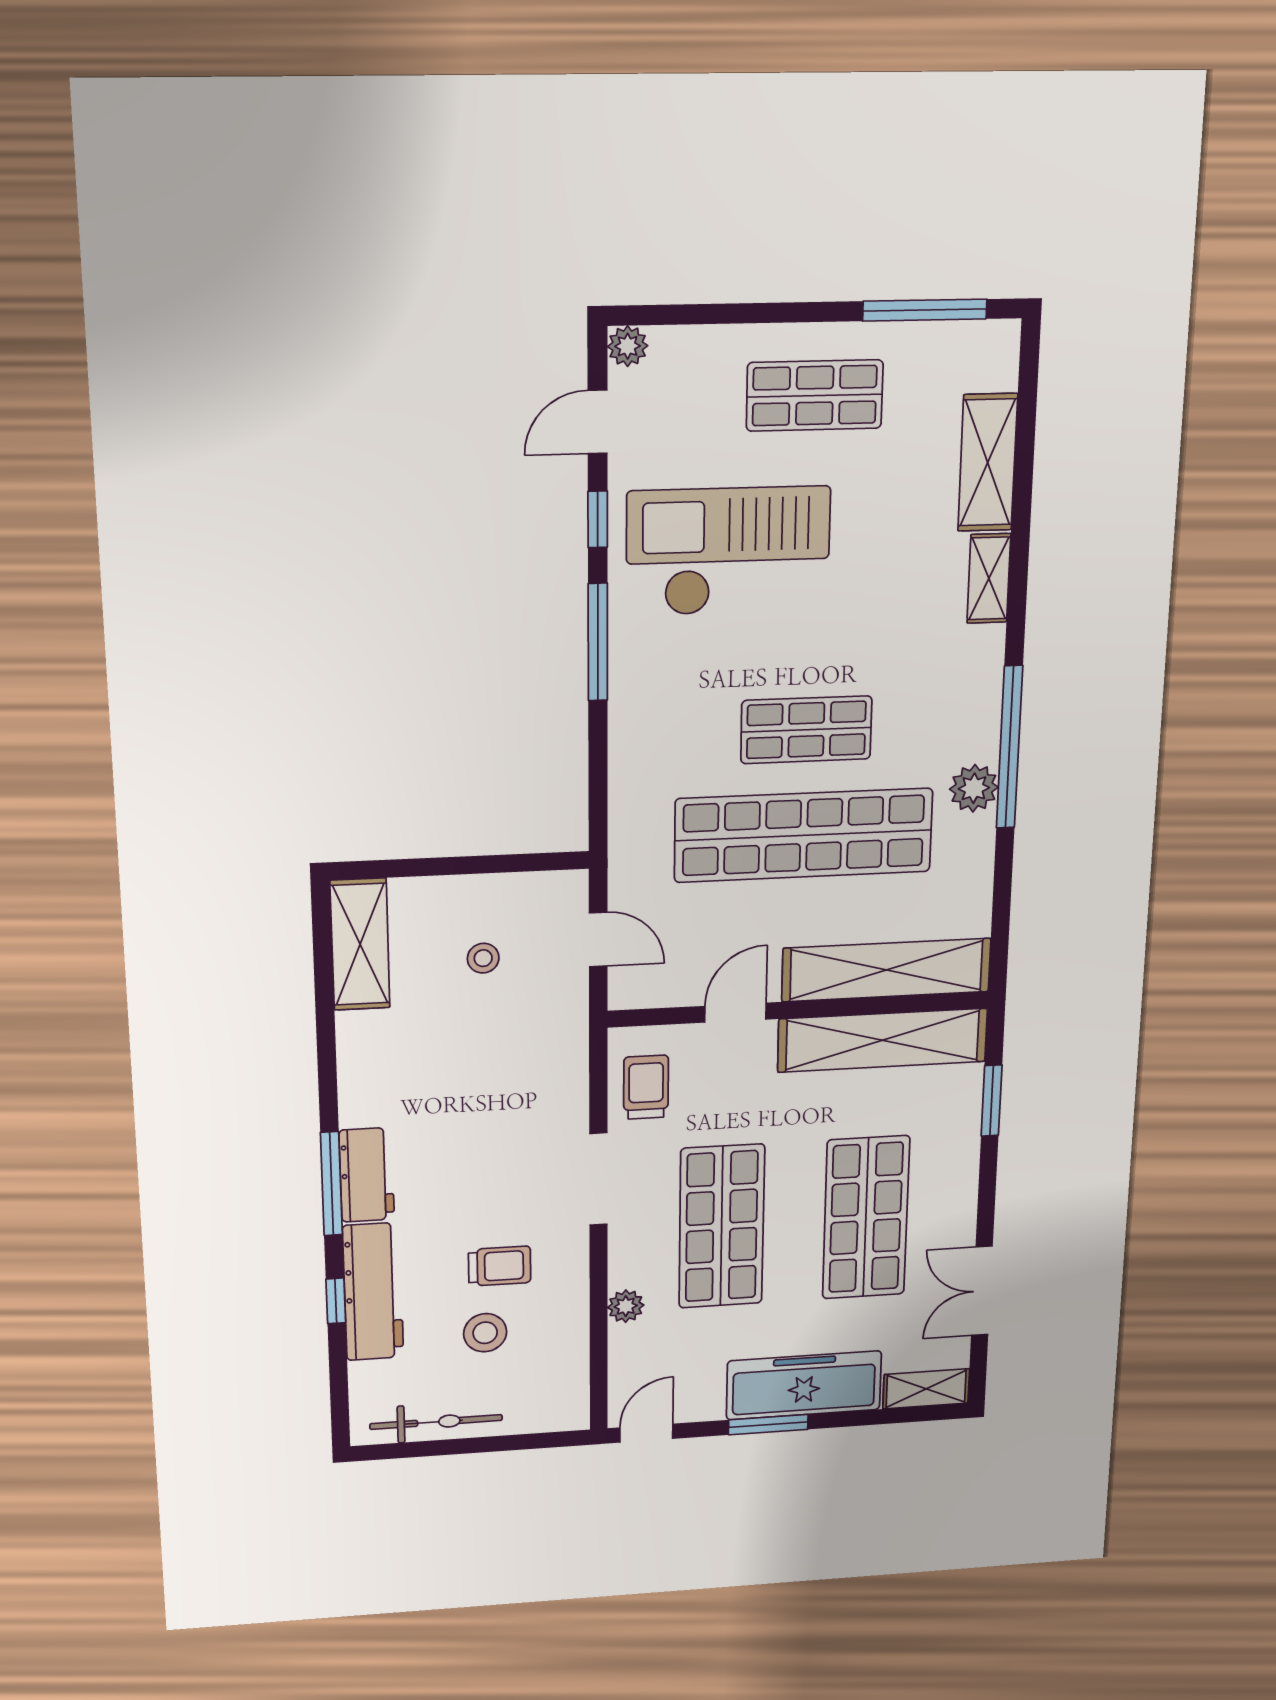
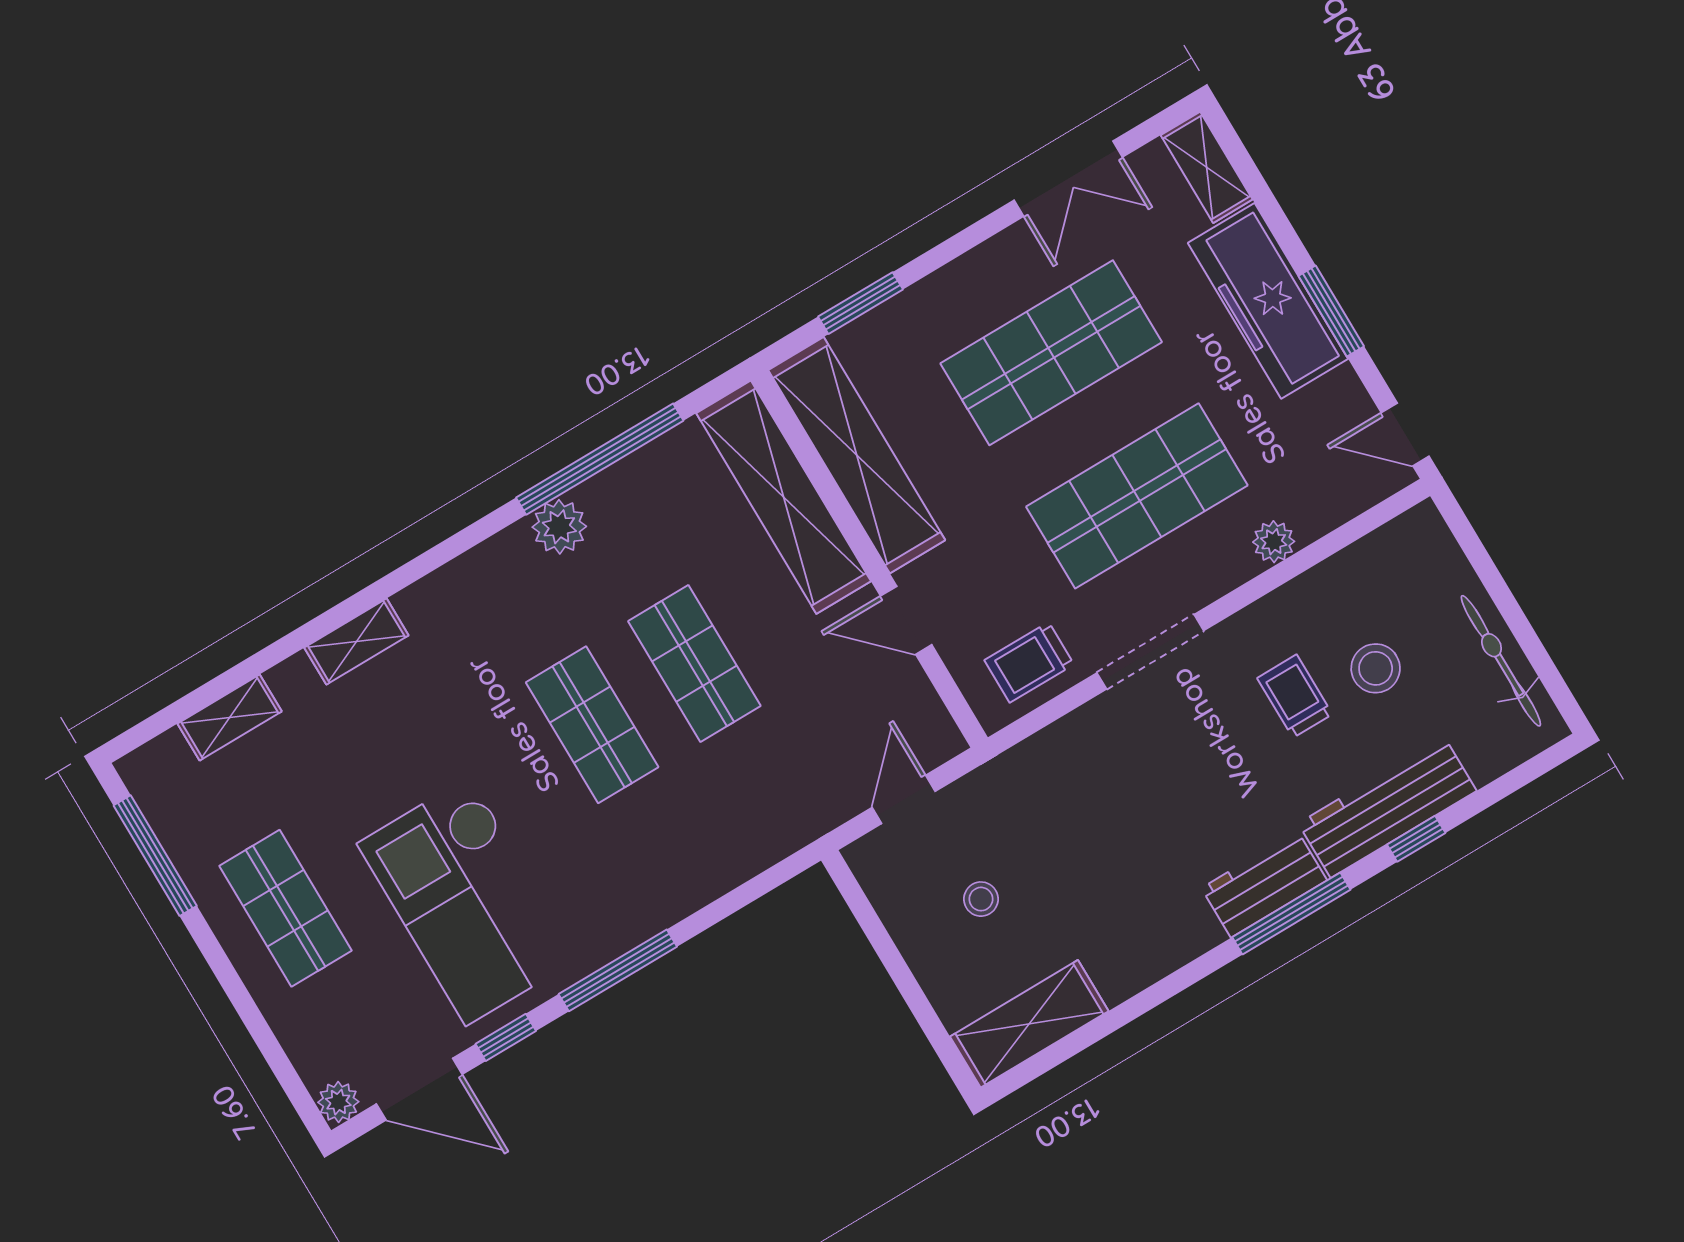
door: (598, 422) -> (419, 1089), width x1.38
shelving: (988, 463) -> (230, 717), width x0.67, depth x0.75
window: (1009, 747) -> (600, 459), moved
shop shelf: (804, 835) -> (694, 664), width x0.50, depth x0.74

